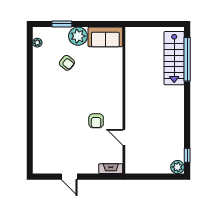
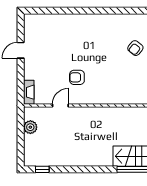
plant: (177, 167) -> (30, 127), moved

